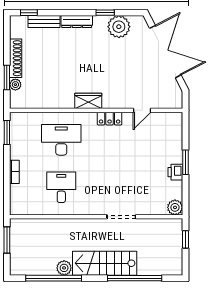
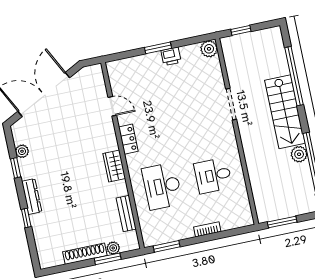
window: (29, 13) -> (26, 218), moved
bench: (44, 22) -> (126, 214), moved
plant: (119, 27) -> (22, 151), width x0.53, depth x0.53

